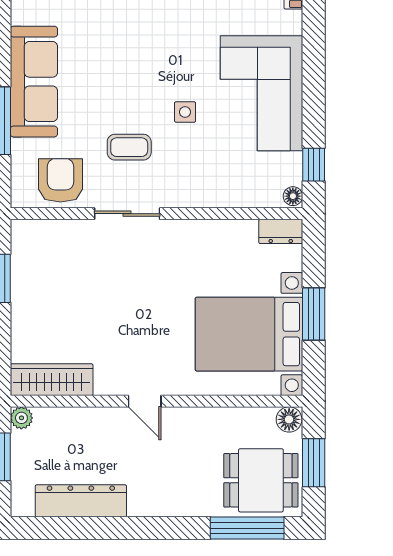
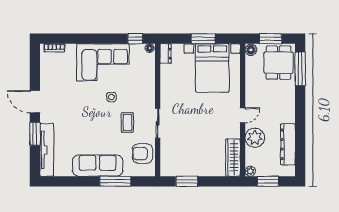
plant: (95, 428) -> (255, 138), added

